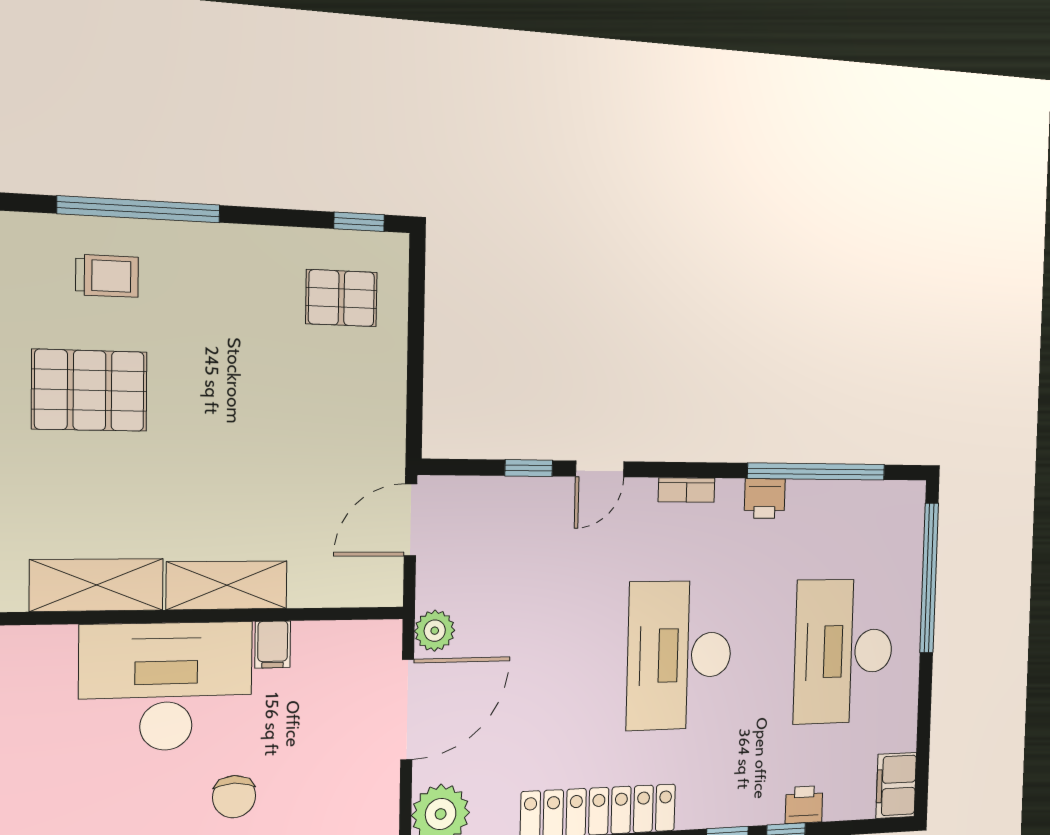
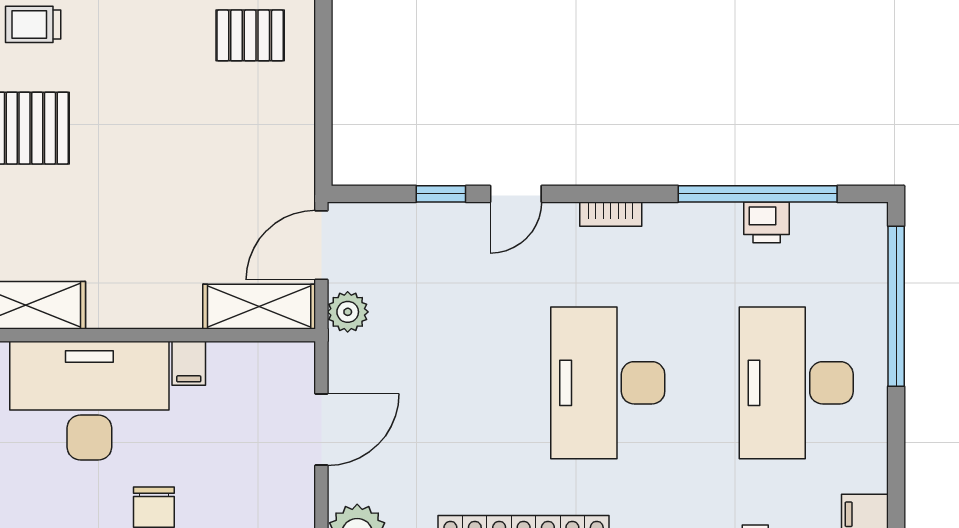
trolley: (107, 276) -> (33, 24), turned 180
printer: (765, 499) -> (767, 222), moved
shelving: (227, 585) -> (259, 307), moved
plant: (435, 631) -> (348, 312), moved
door: (407, 710) -> (321, 430), width x0.73

